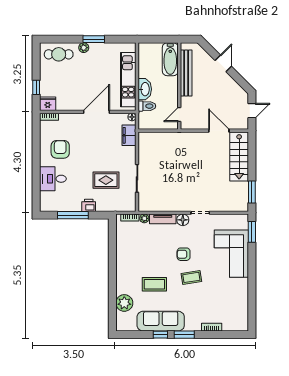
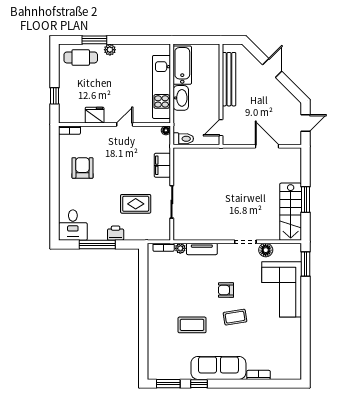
window: (94, 39) -> (94, 40), moved
bathtub: (170, 59) -> (182, 65), moved, turned 180
fridge: (48, 104) -> (95, 115), moved
toilet: (147, 106) -> (183, 139), moved
door: (96, 112) -> (125, 124), width x0.53
filing cabinet: (129, 135) -> (162, 165), moved
stairs: (239, 156) -> (291, 212), moved
desk: (53, 179) -> (73, 225), moved, turned -90
window: (252, 192) -> (306, 199), moved
floor lamp: (183, 220) -> (266, 250), moved
plant: (124, 303) -> (157, 347), removed
sofa: (161, 321) -> (218, 368), moved
window: (184, 335) -> (168, 384), moved

